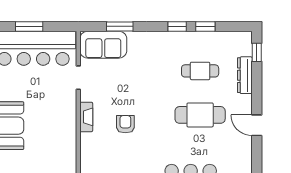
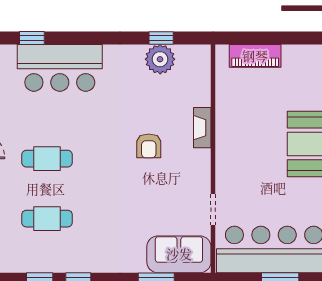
cafe table: (200, 115) -> (47, 159), width x0.73, depth x0.74
fireplace: (86, 117) -> (202, 128), moved

